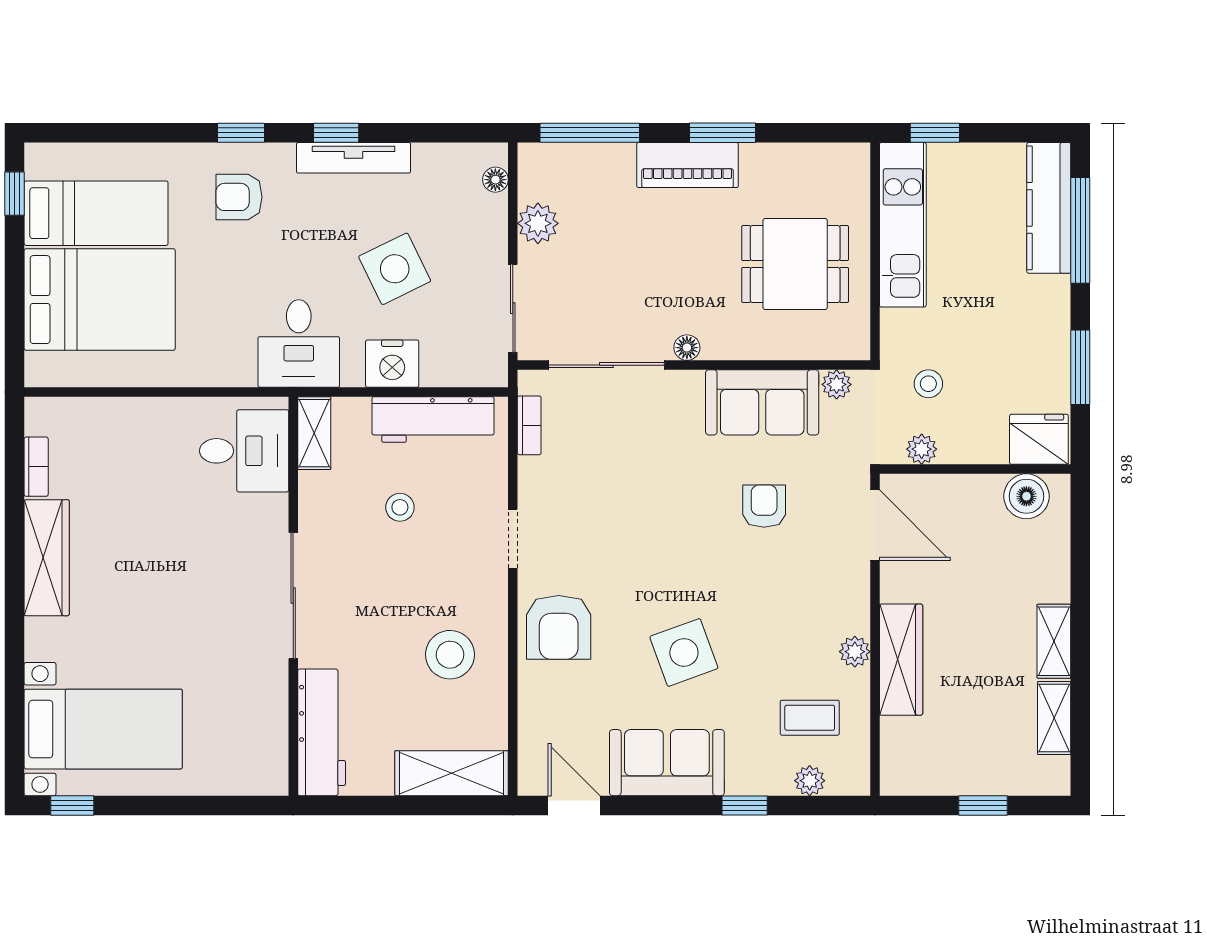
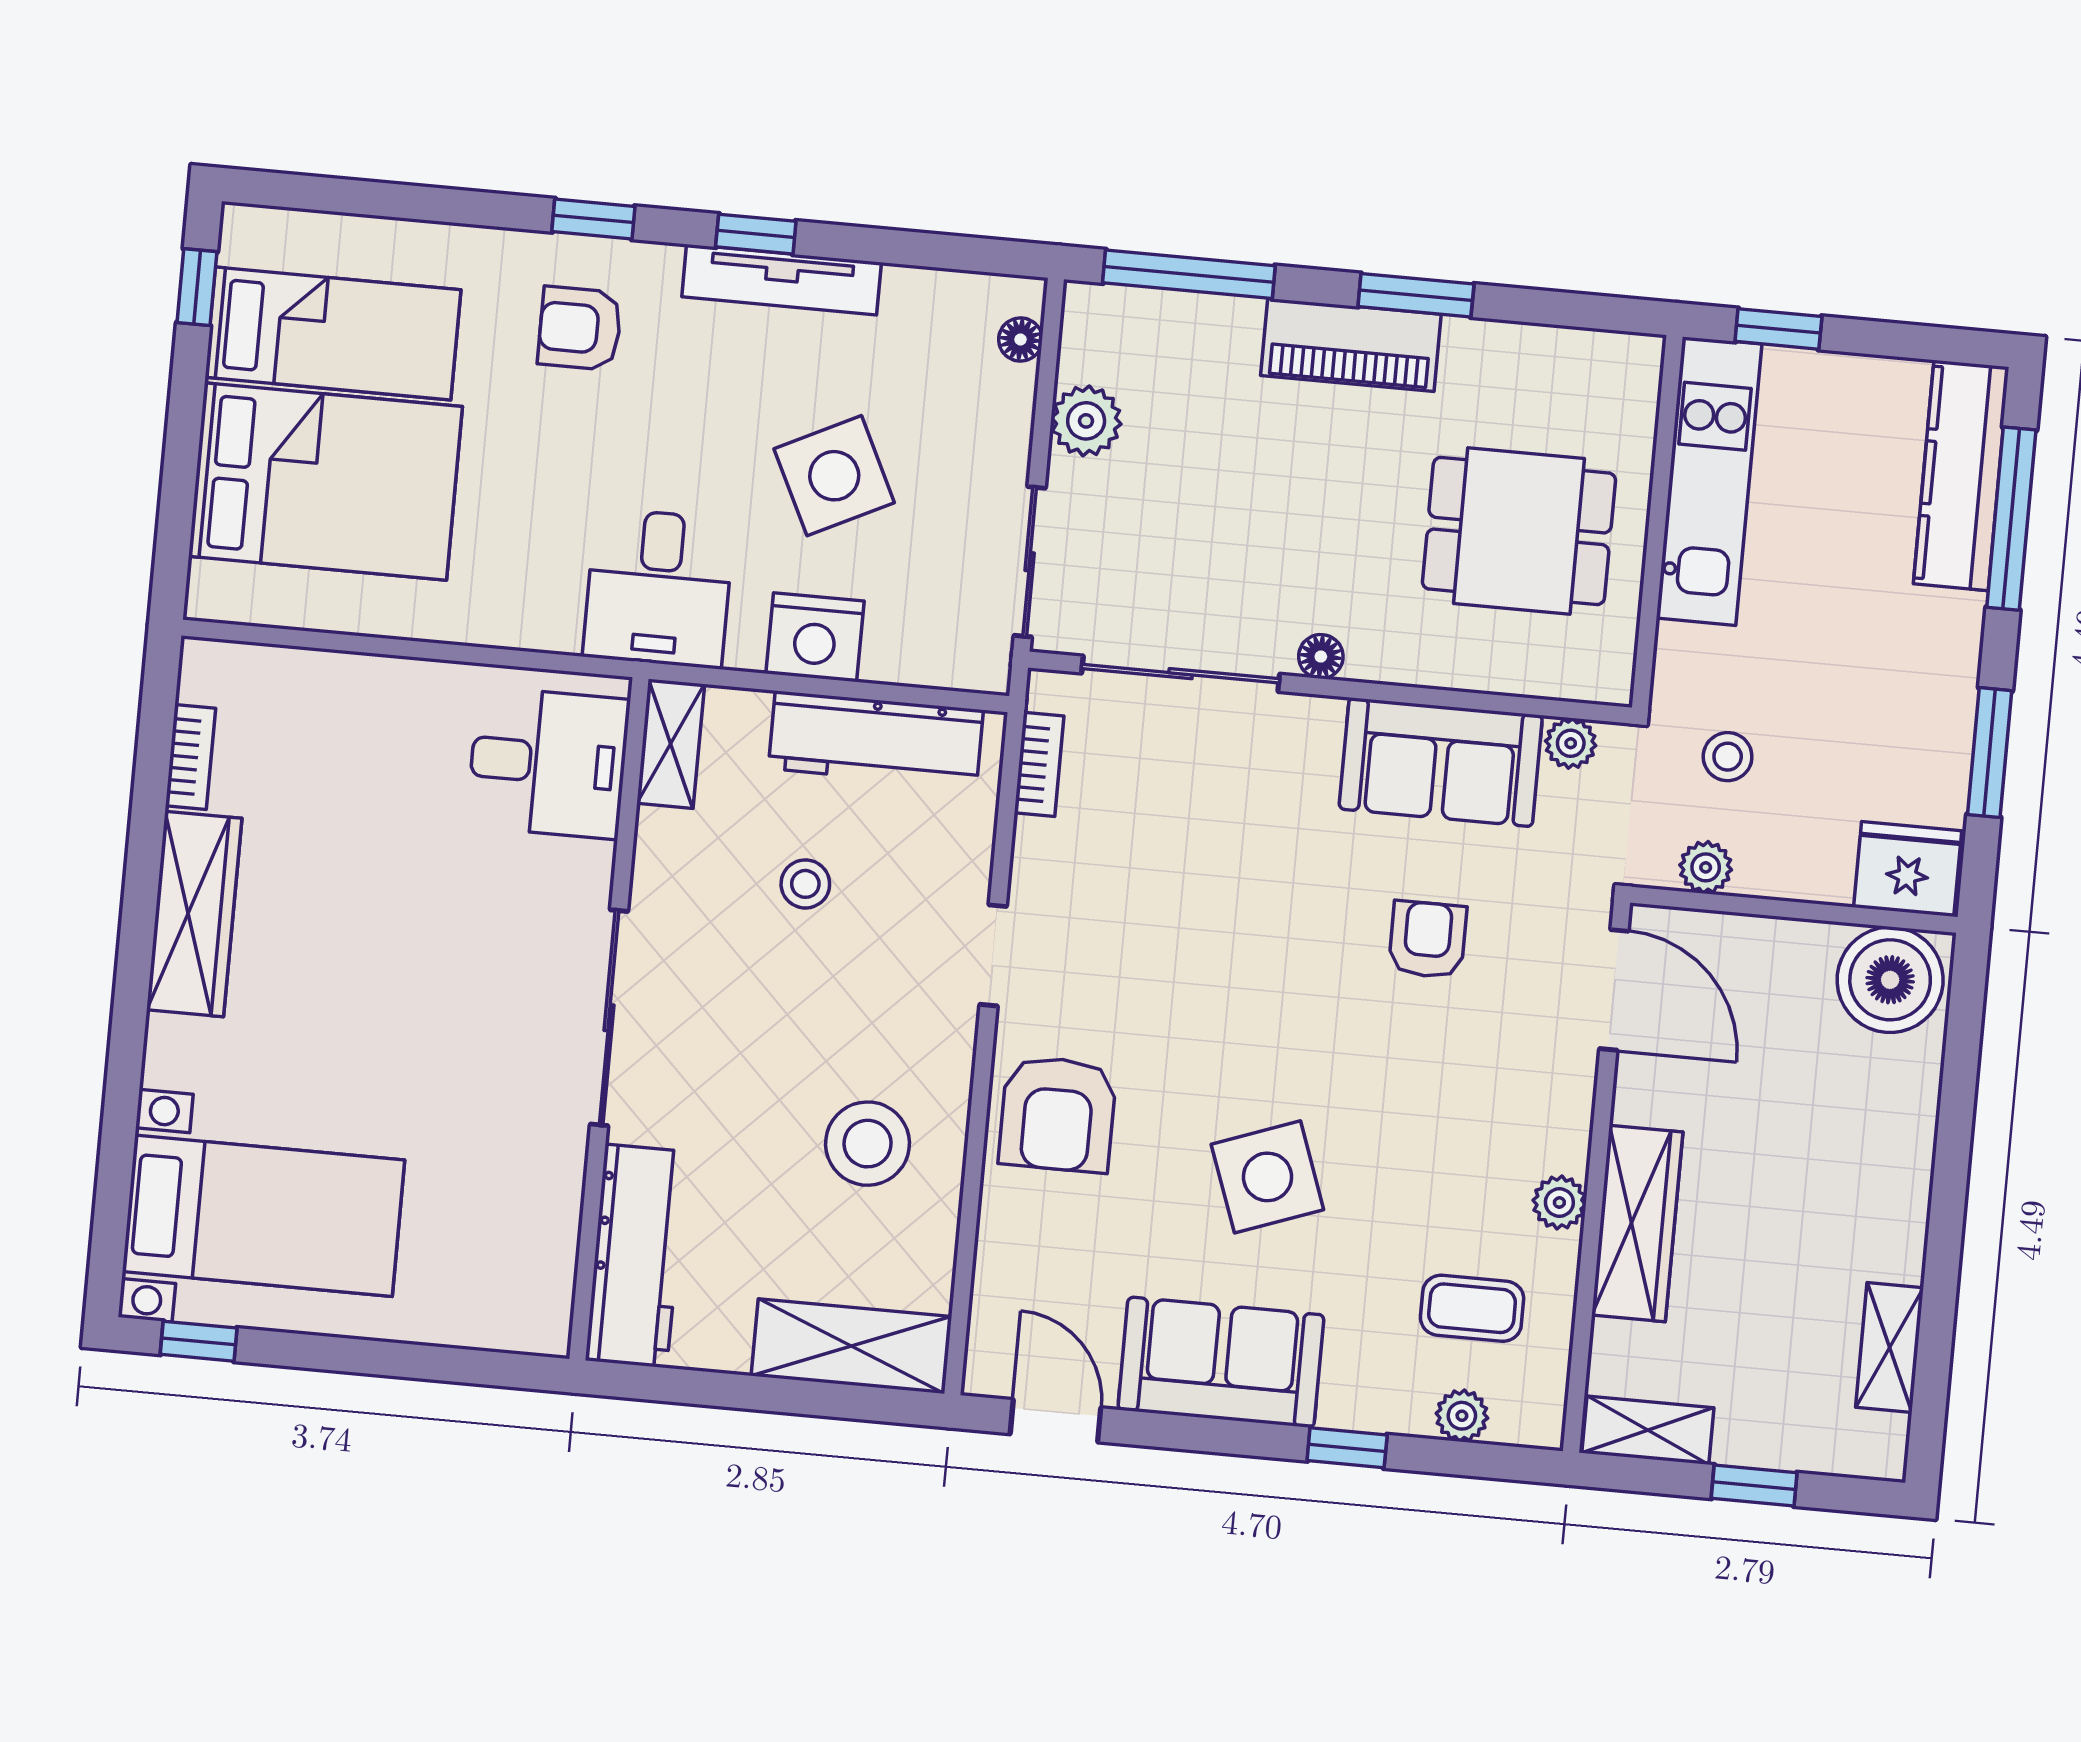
boiler: (1026, 496) -> (1890, 980), width x1.37, depth x1.37
shelving: (1054, 641) -> (1648, 1430), moved, turned 90

